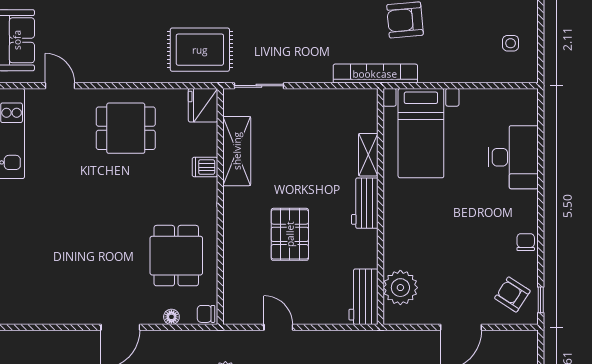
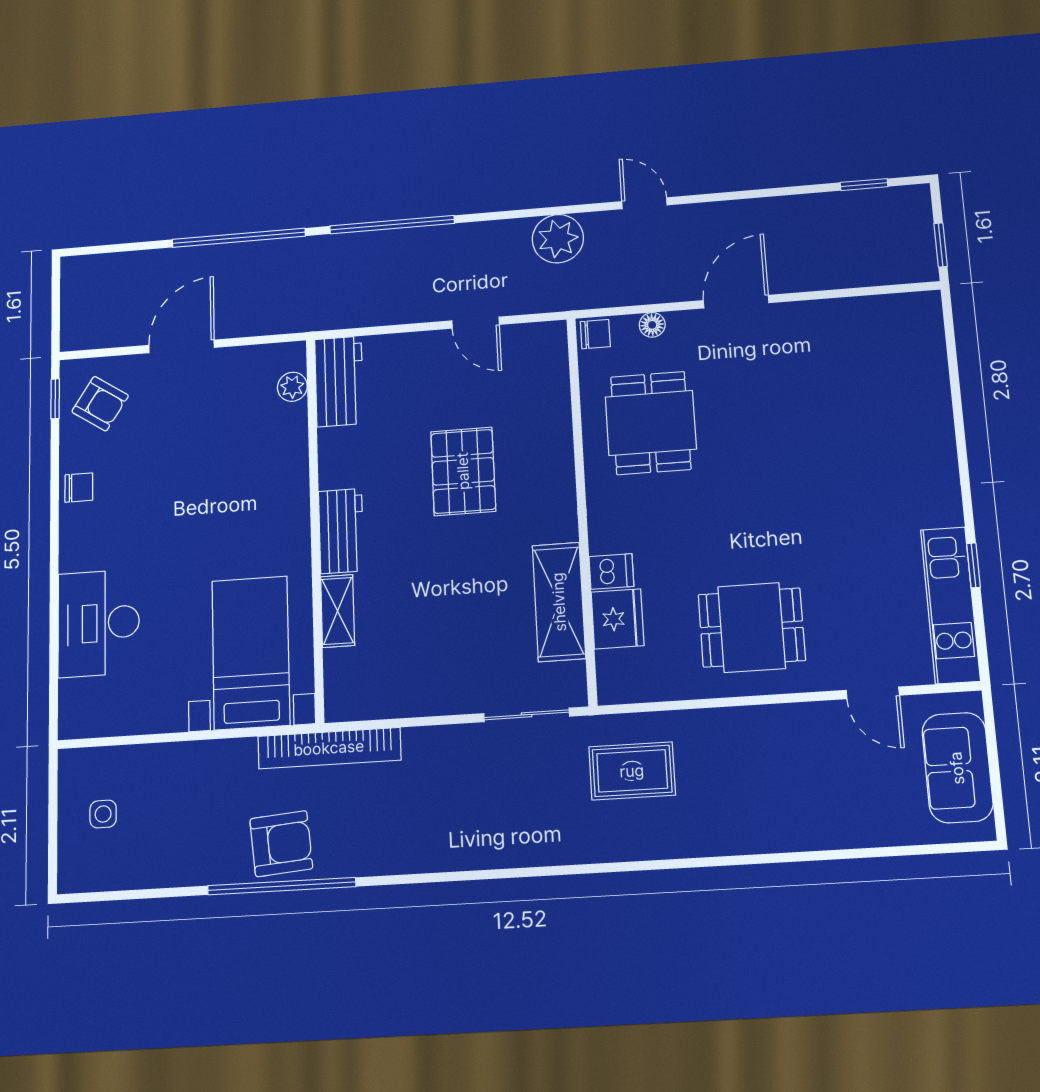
rug: (200, 50) -> (632, 771), width x0.73, depth x0.70
fridge: (203, 105) -> (617, 619), moved
chair: (526, 242) -> (79, 488), turned -90
plant: (400, 288) -> (292, 387), width x0.53, depth x0.53

